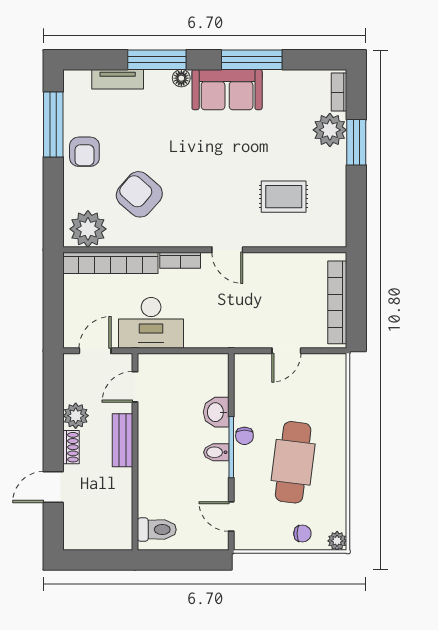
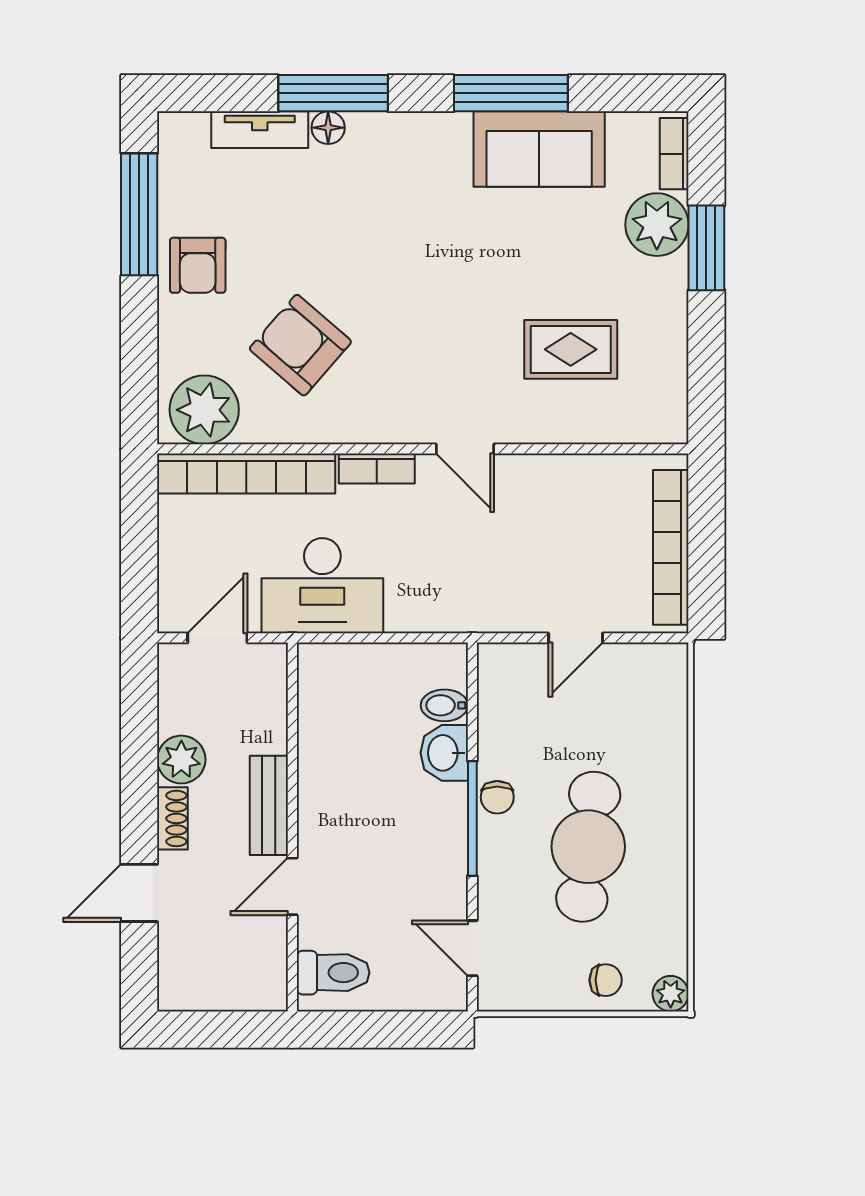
floor lamp: (181, 78) -> (328, 128), moved
sofa: (227, 90) -> (539, 149), moved
door: (135, 387) -> (292, 886), moved
bidet: (216, 452) -> (444, 705), moved

